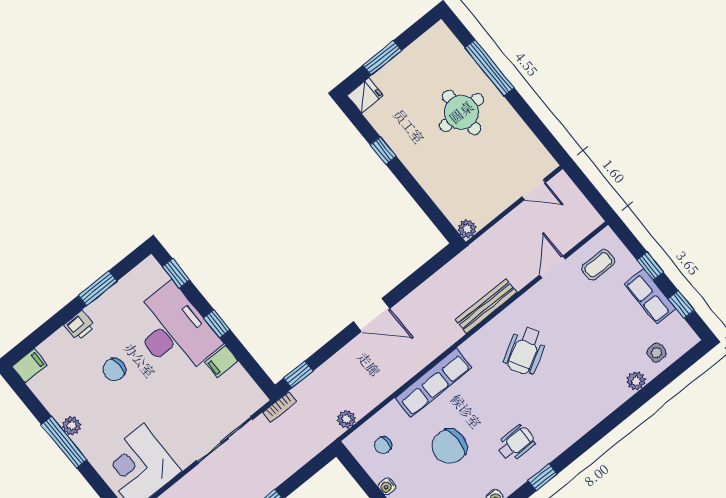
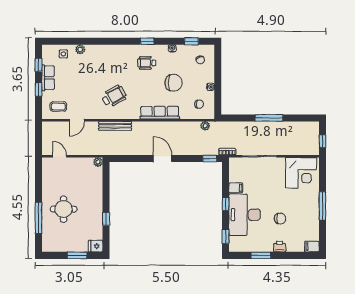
plant: (72, 426) -> (314, 210), removed

